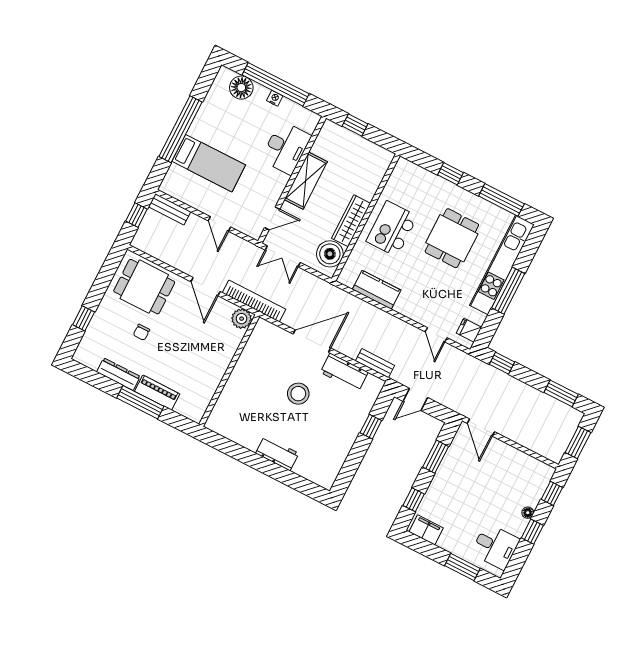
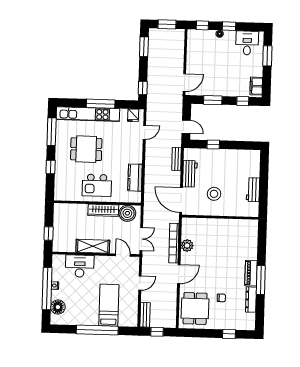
wall: (229, 370) -> (220, 217), moved

